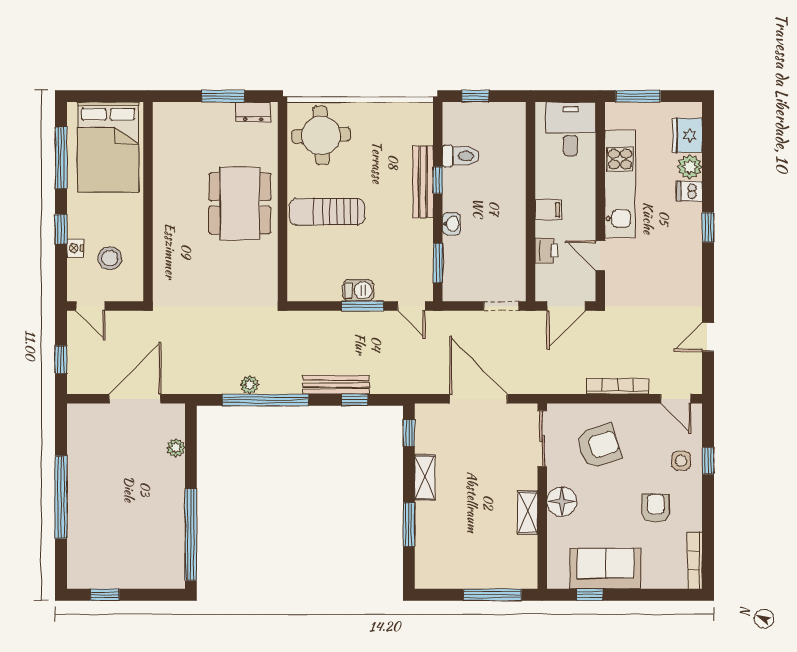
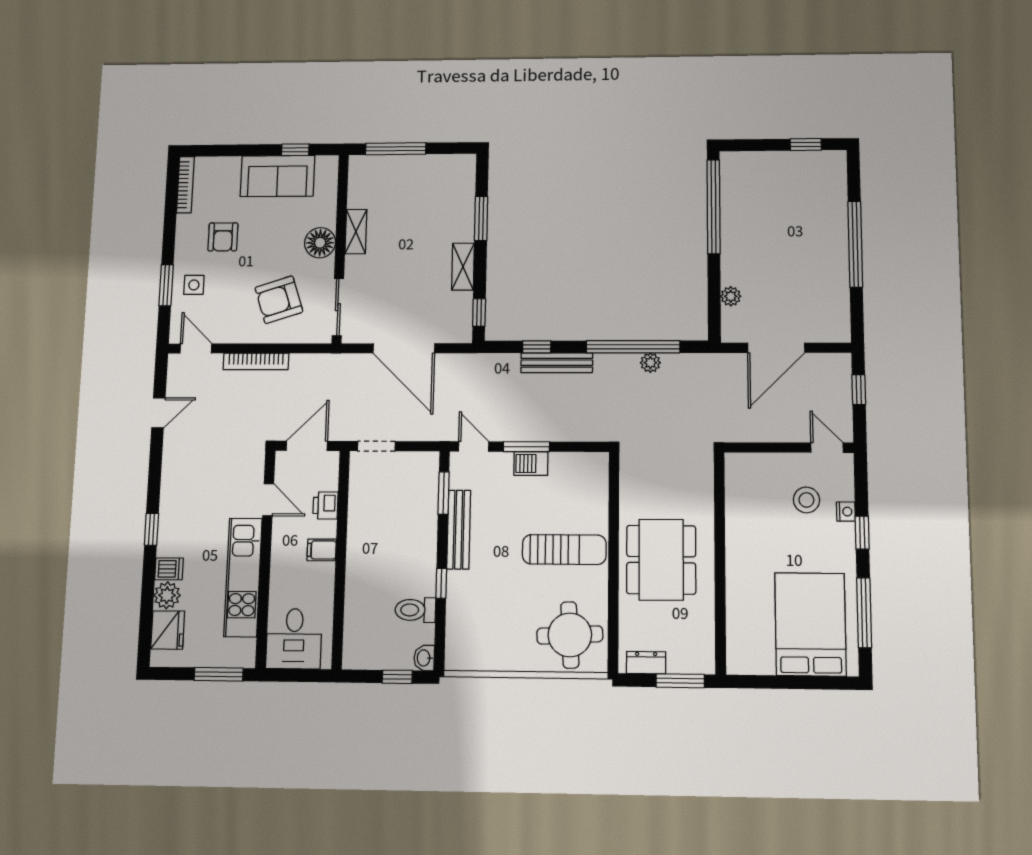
bench: (423, 182) -> (459, 530), moved
wall: (148, 202) -> (720, 562), moved
washbasin: (452, 224) -> (424, 658), moved
window: (708, 461) -> (166, 285), width x1.50

